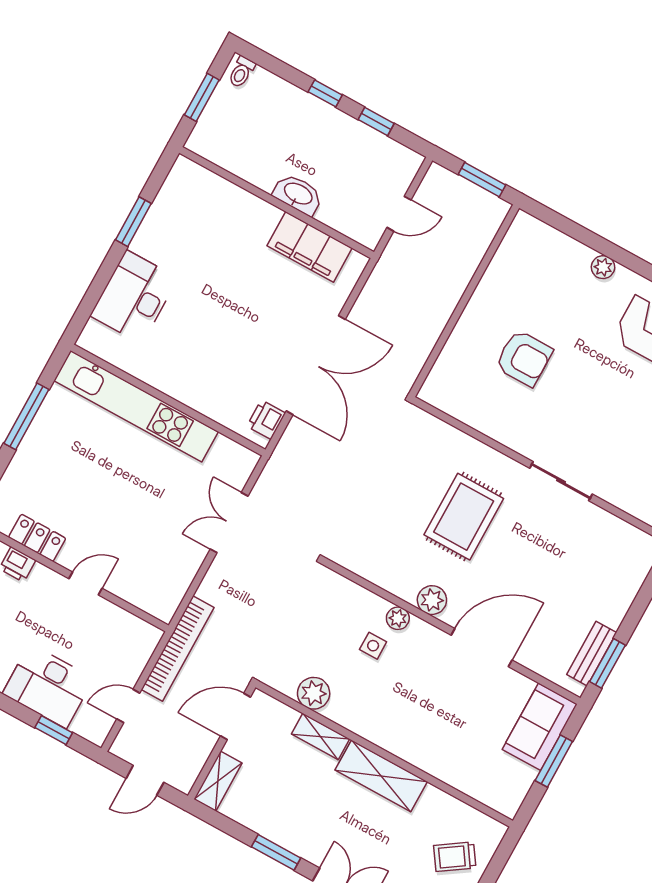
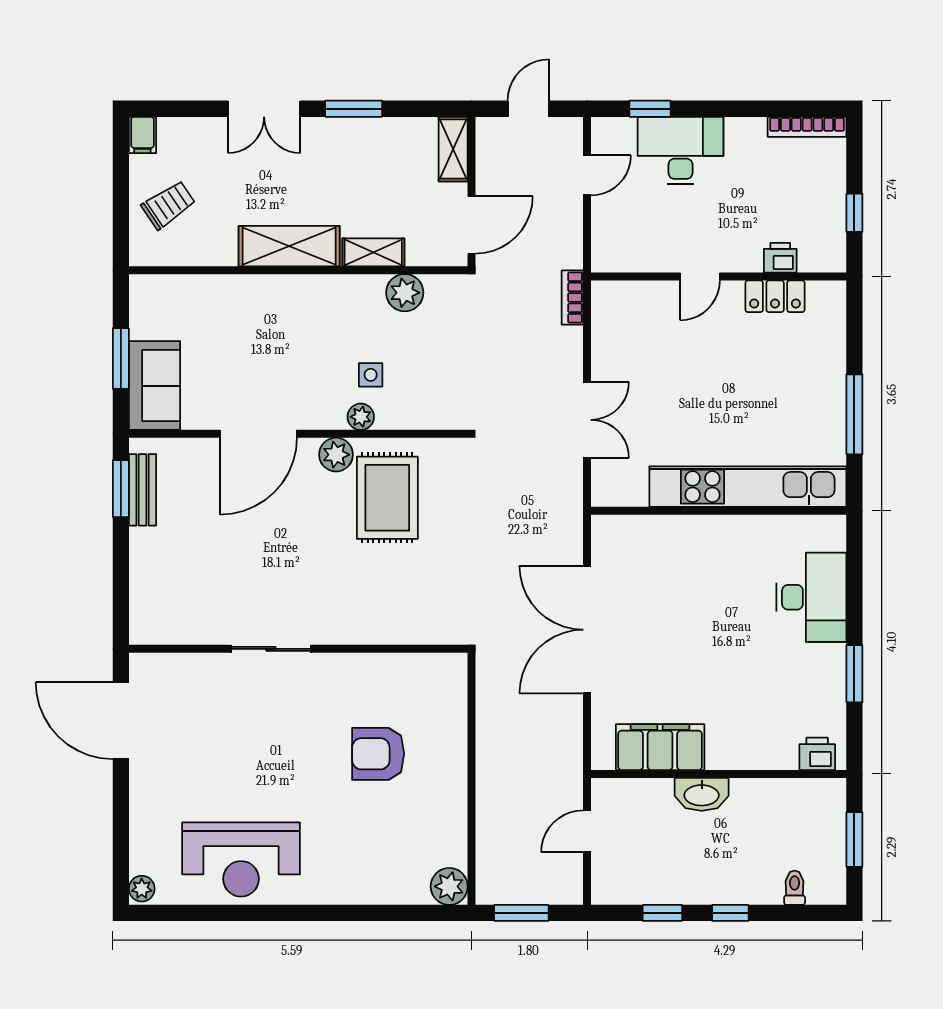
toilet: (241, 72) -> (795, 888), moved
plant: (603, 267) -> (449, 886), moved, width x1.38, depth x1.38
printer: (266, 420) -> (817, 754), moved, turned -90
rug: (464, 517) -> (387, 498), moved
bookcase: (178, 648) -> (572, 297), width x0.43, depth x0.76

